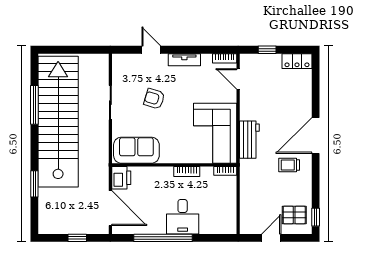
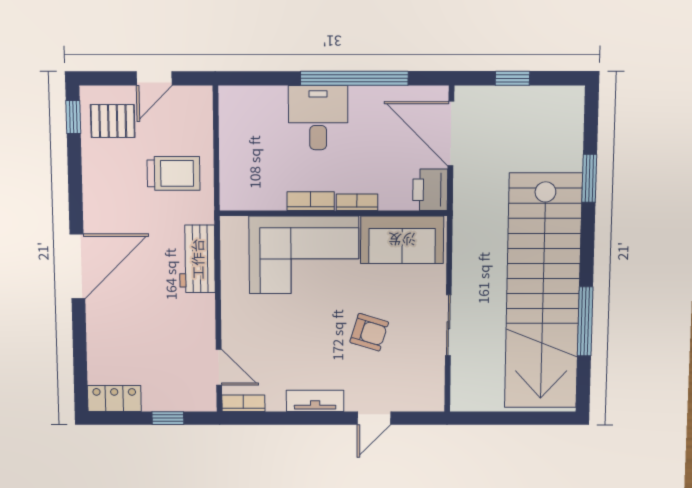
door: (151, 50) -> (374, 418), hinge flipped
corner sofa: (215, 133) -> (304, 255), moved, turned 90
trolley: (289, 165) -> (173, 173), moved, width x1.36, depth x1.39
bookcase: (225, 171) -> (357, 202), moved

